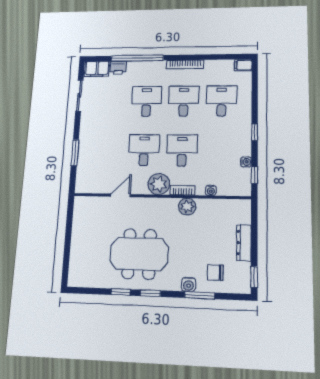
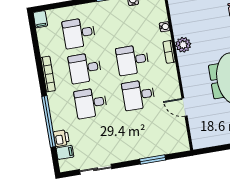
filing cabinet: (97, 69) -> (65, 152), width x0.50
plant: (159, 184) -> (167, 75), removed

